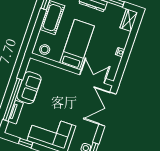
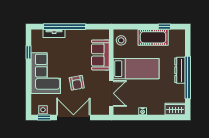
sofa: (29, 88) -> (100, 55), moved, turned 90
armchair: (71, 106) -> (77, 83), added
double door: (107, 109) -> (73, 117), moved

